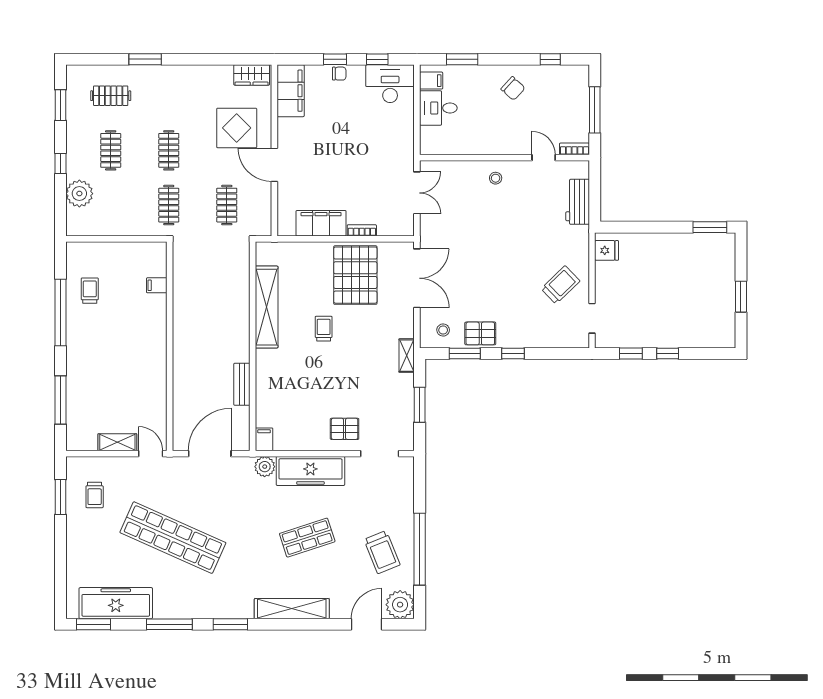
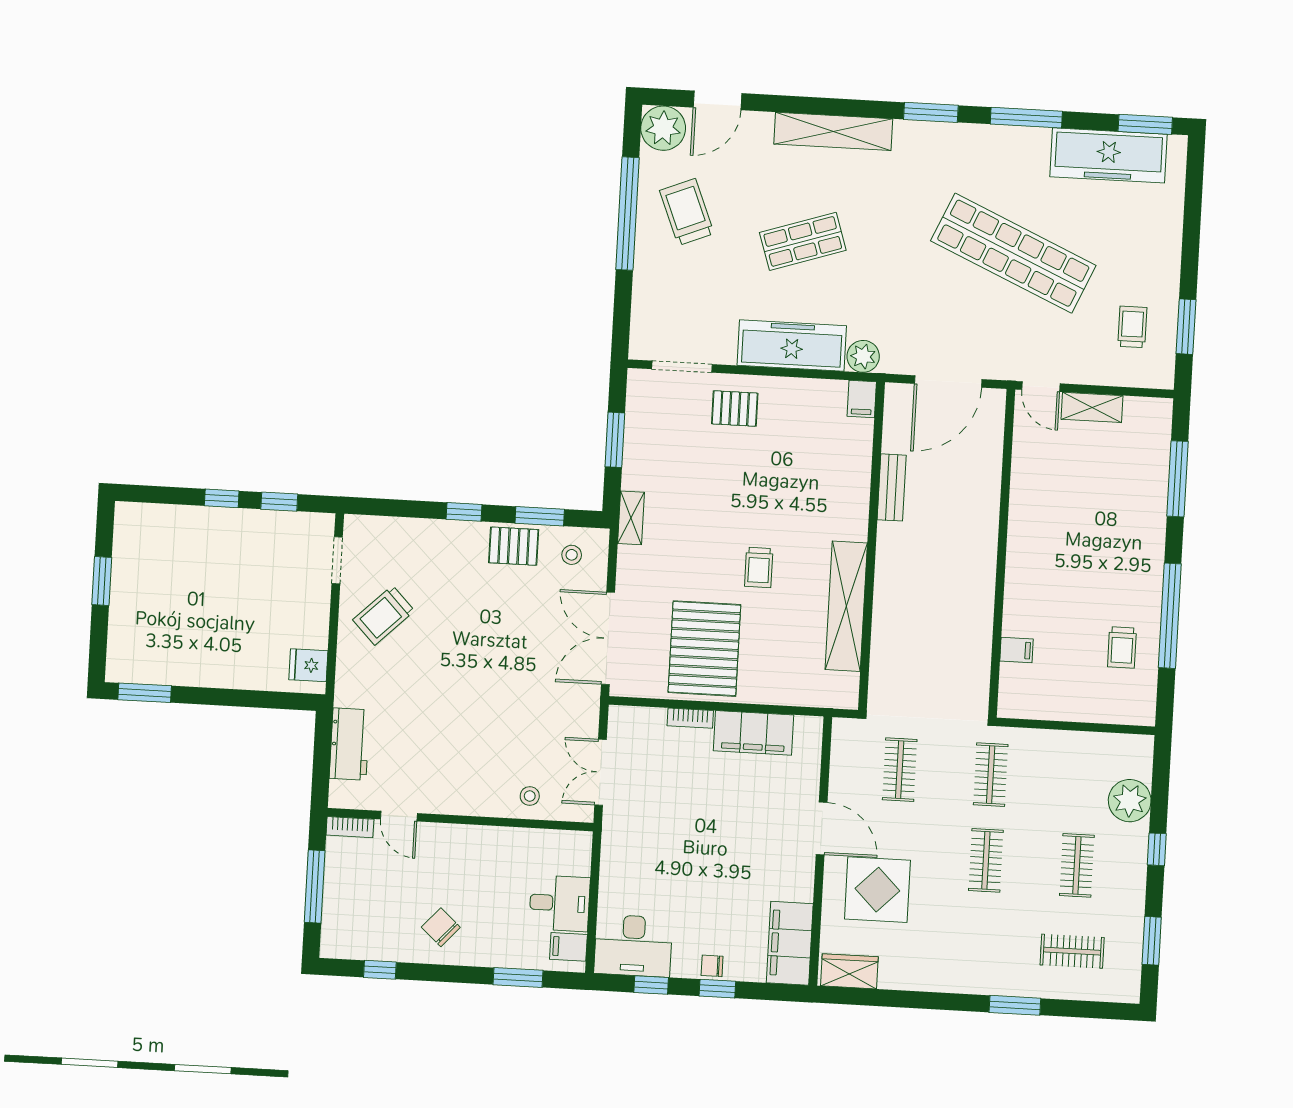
stool: (496, 178) -> (530, 796), moved

